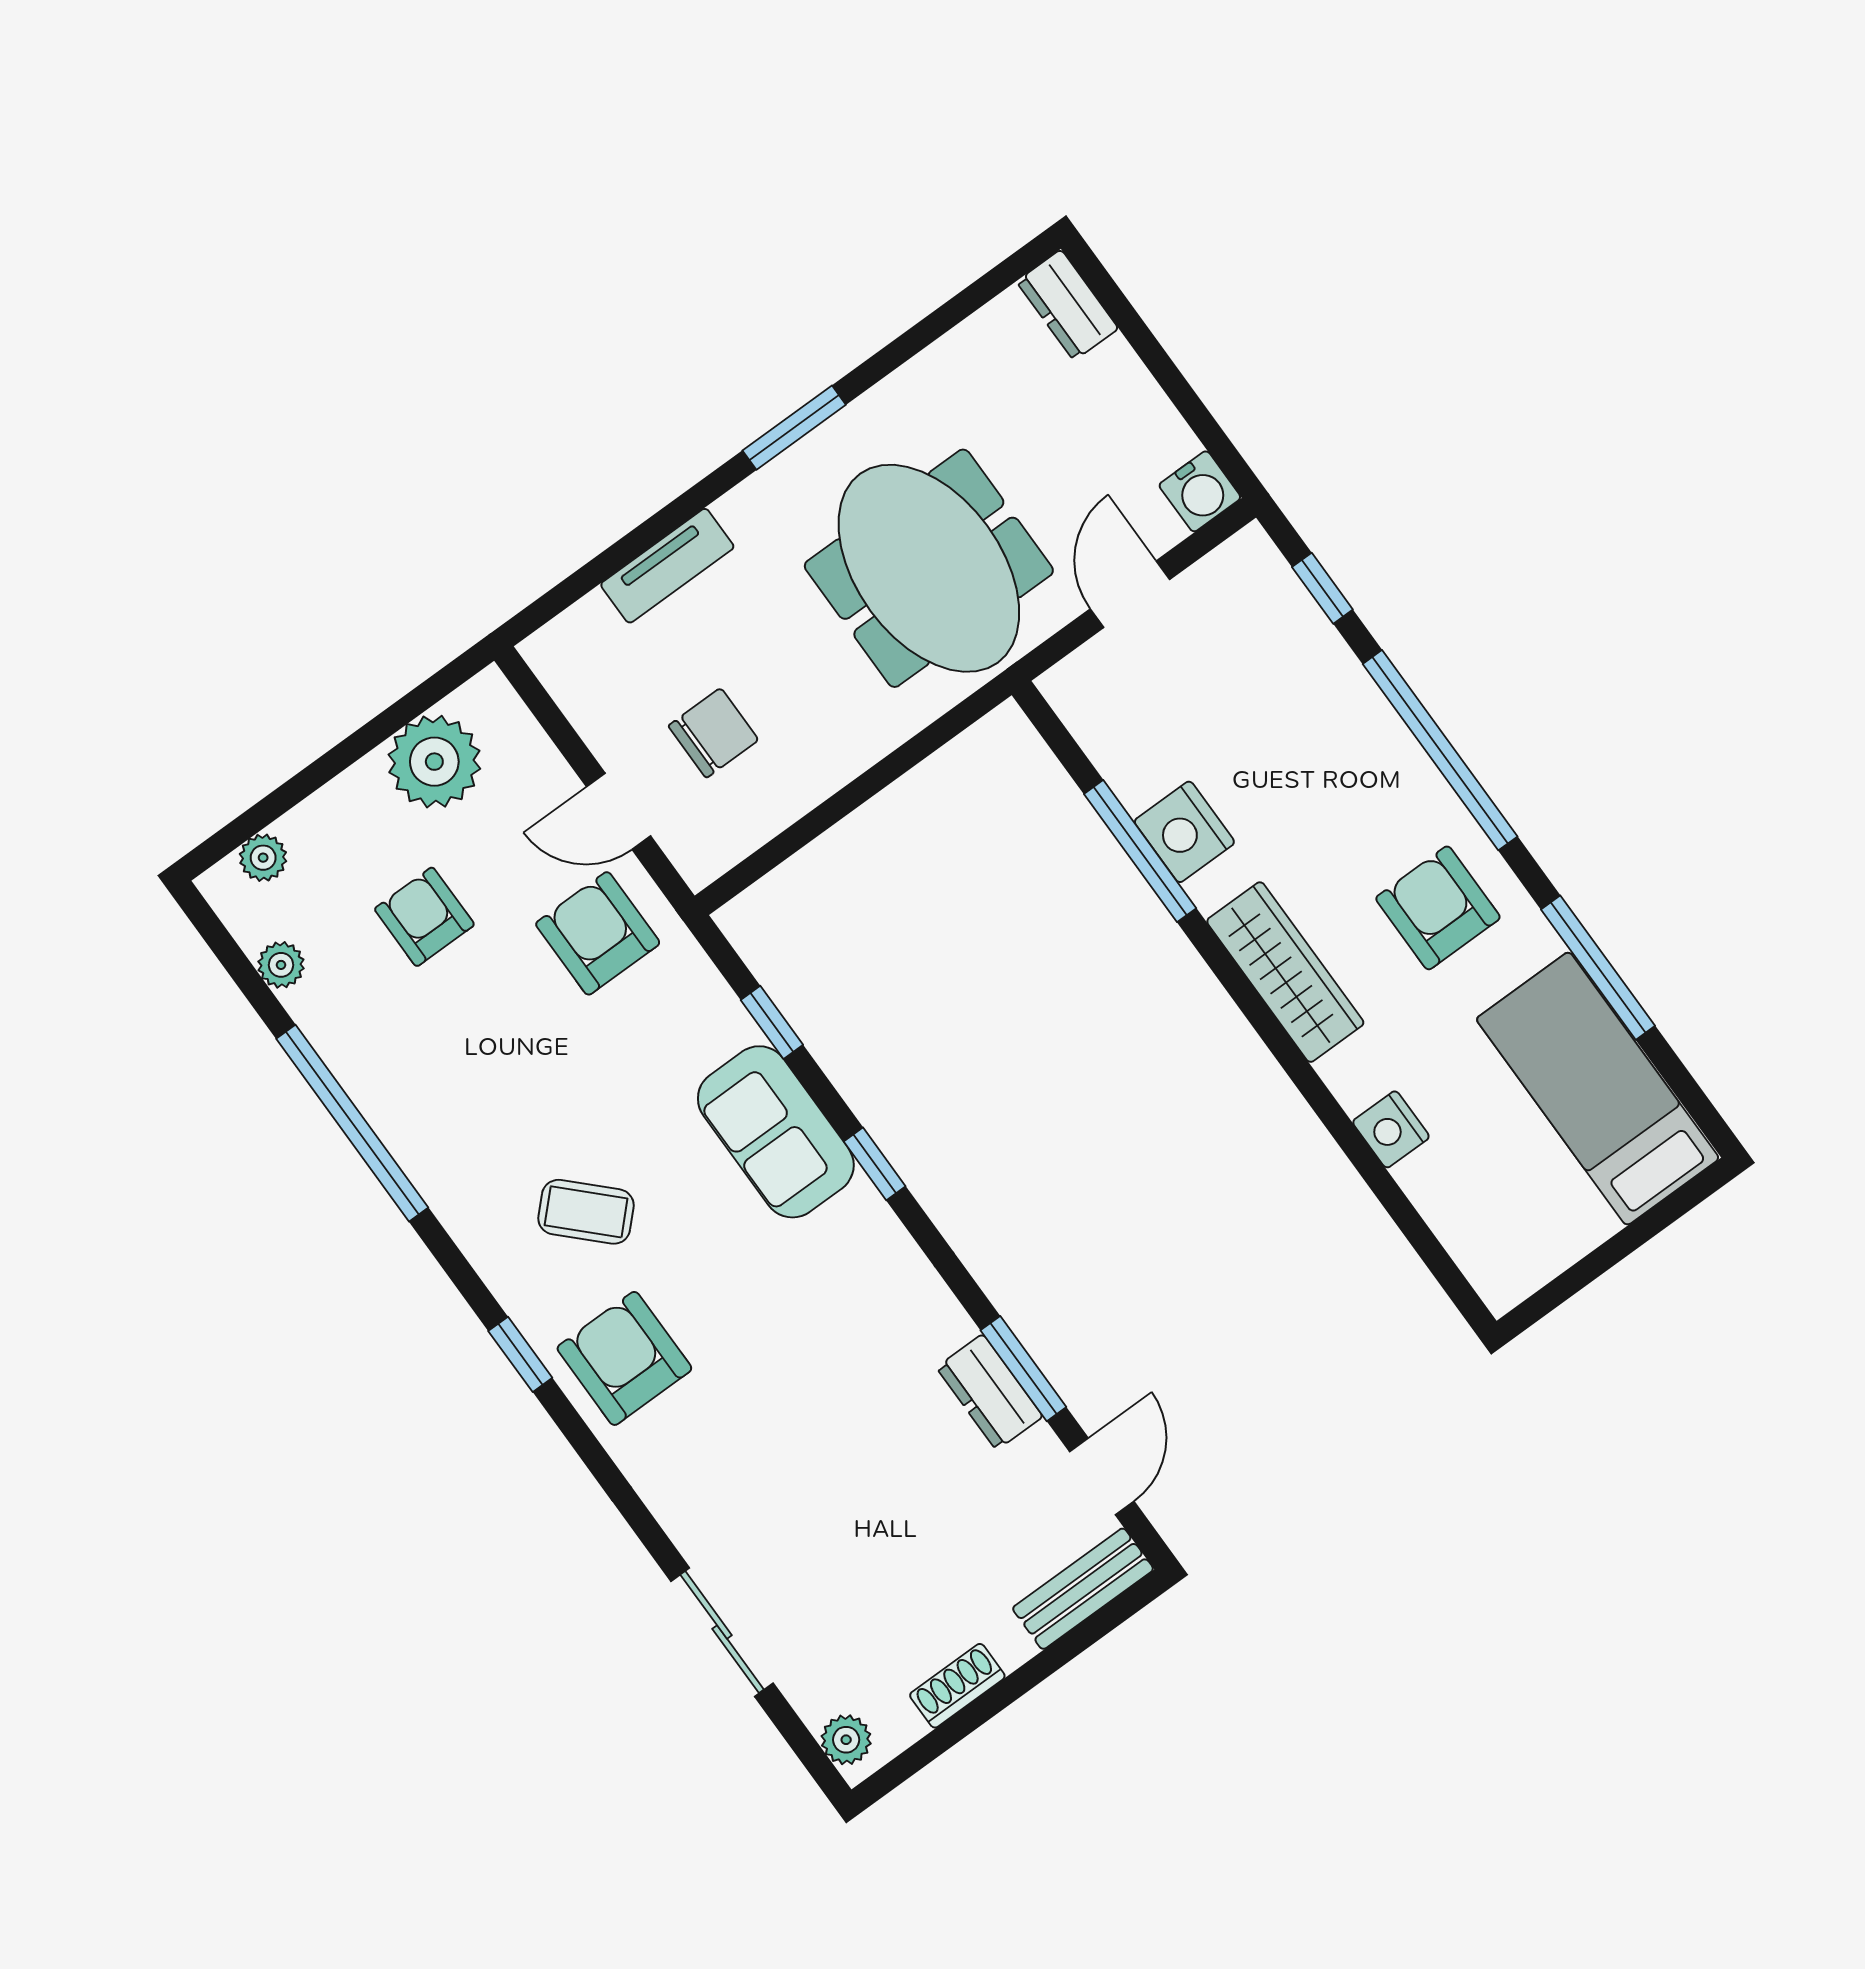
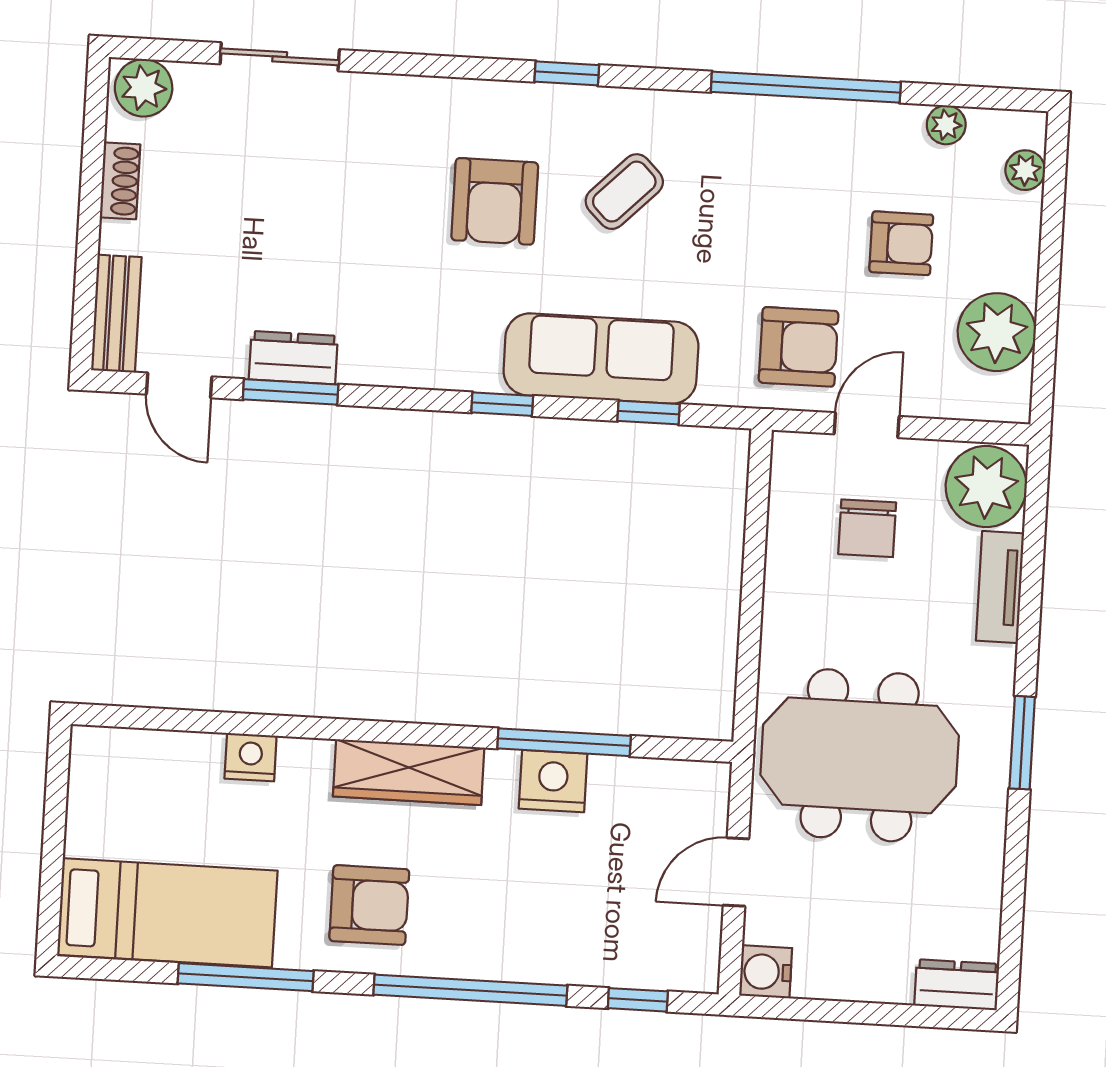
door: (1130, 594) -> (736, 872), swing flipped
plant: (585, 655) -> (986, 486), added
sofa: (776, 1132) -> (601, 359), width x1.36
armchair: (624, 1358) -> (495, 201), moved, turned 90
plant: (846, 1740) -> (144, 88), width x1.38, depth x1.38

